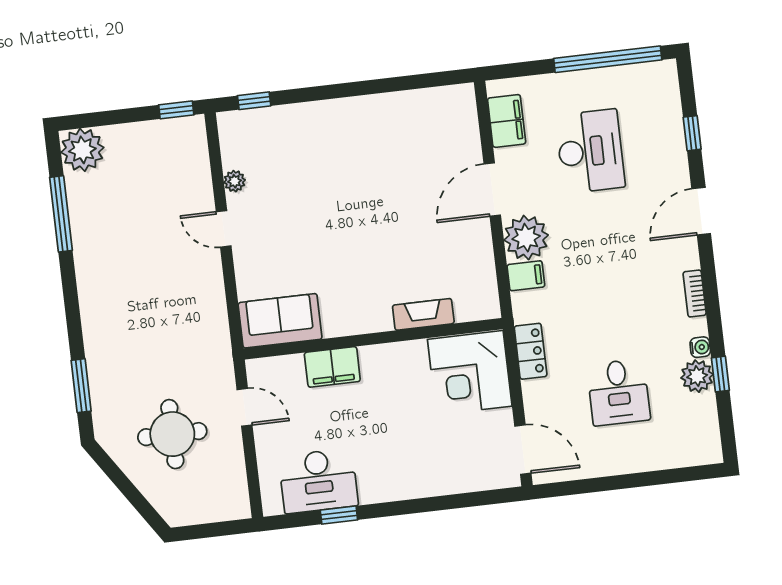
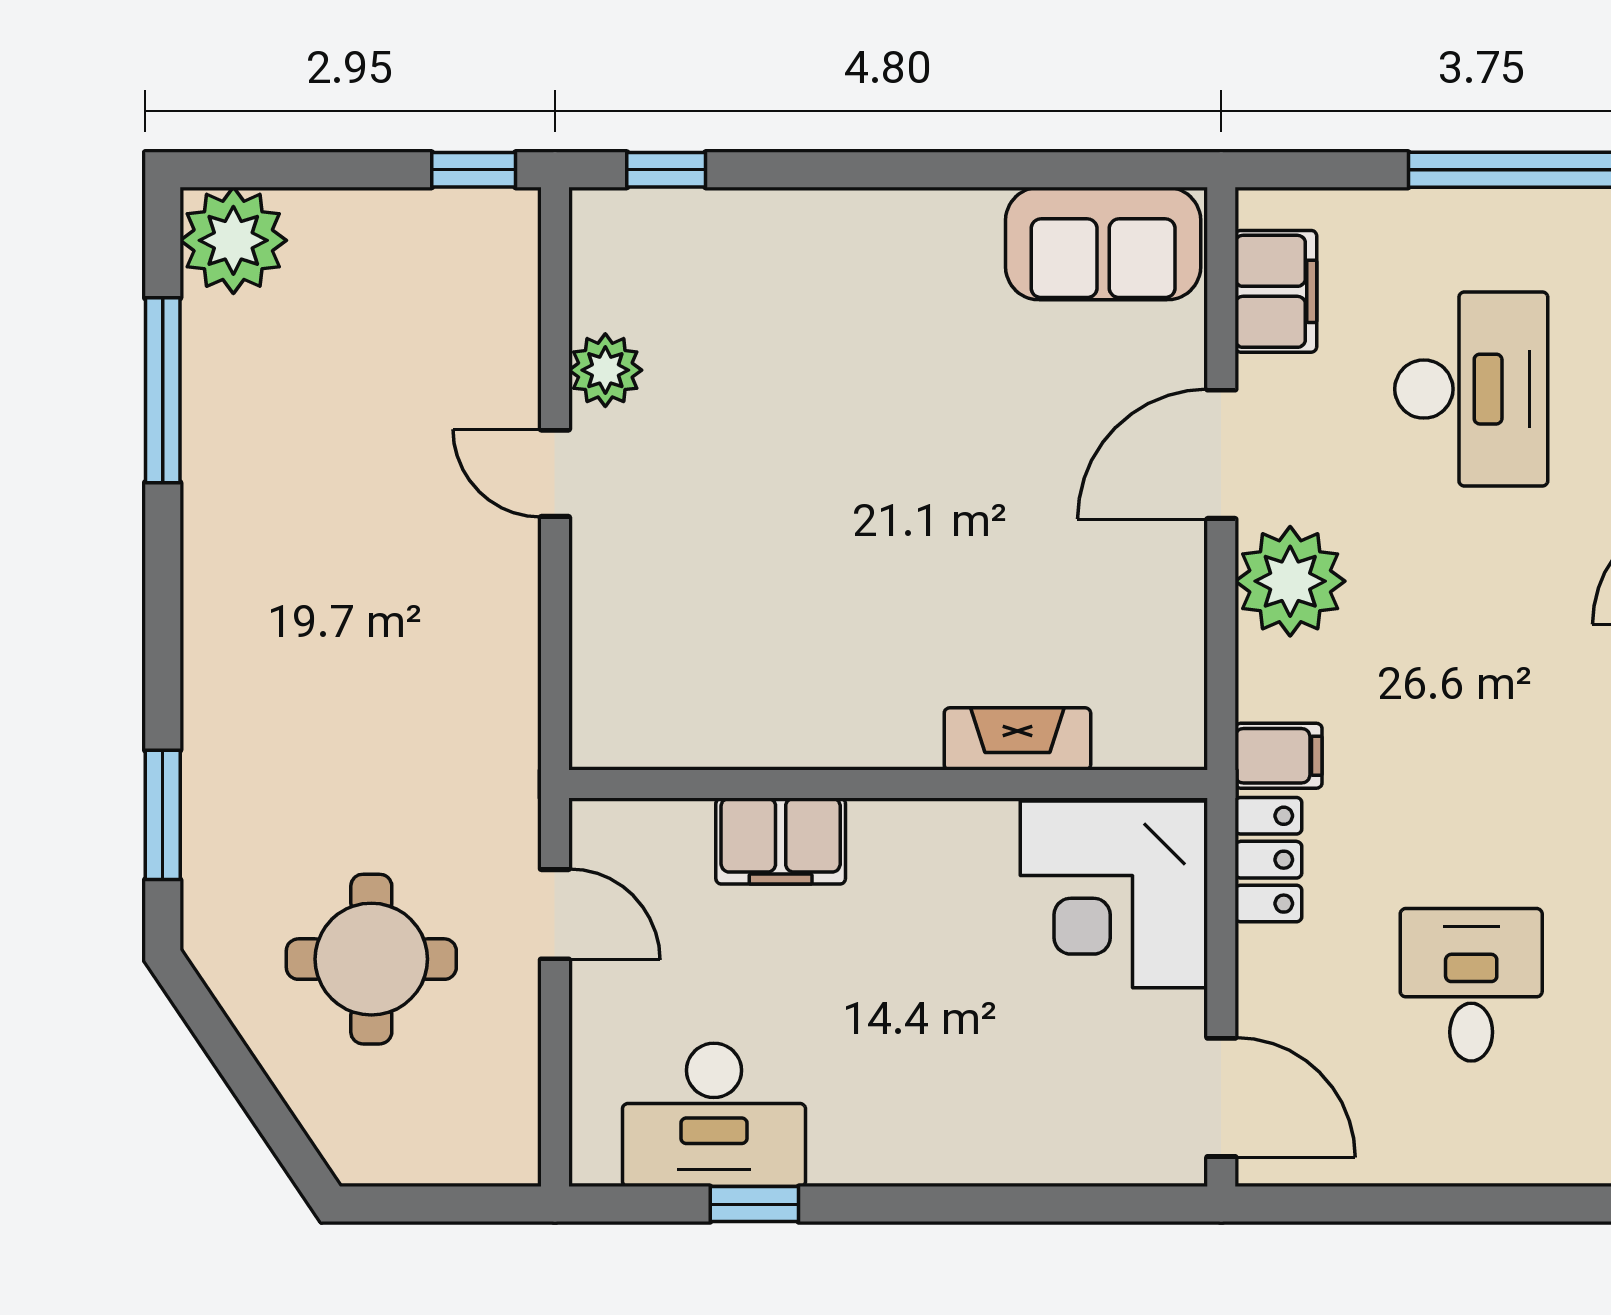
plant: (235, 181) -> (605, 370), width x1.38, depth x1.38
filing cabinet: (526, 276) -> (1279, 756), moved
sofa: (280, 321) -> (1103, 244), moved, turned 180
desk: (619, 392) -> (1471, 985), turned 180

